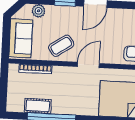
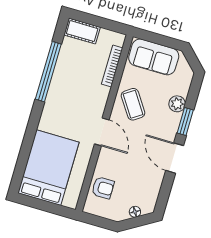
plant: (39, 11) -> (177, 104), moved
cot: (38, 106) -> (82, 31), moved, turned 90

